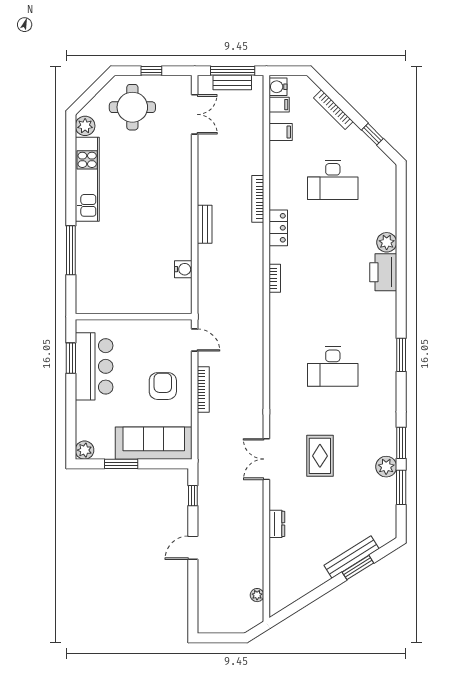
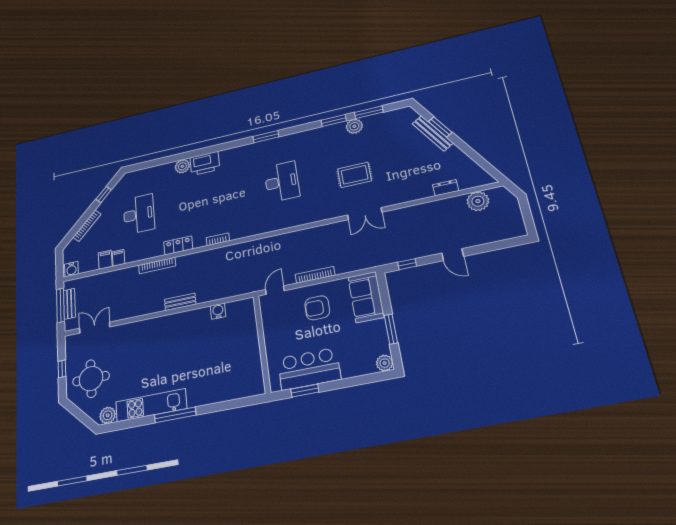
filing cabinet: (279, 105) -> (118, 258), moved
window: (71, 250) -> (175, 415), moved
sofa: (154, 443) -> (366, 297), width x0.73
dresser: (277, 524) -> (446, 188), moved
plant: (257, 595) -> (478, 201), width x1.87, depth x1.87

